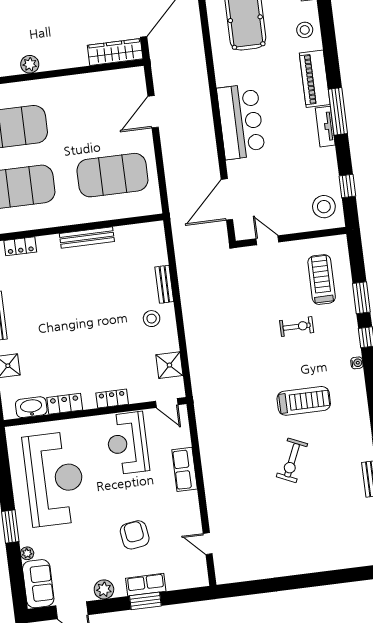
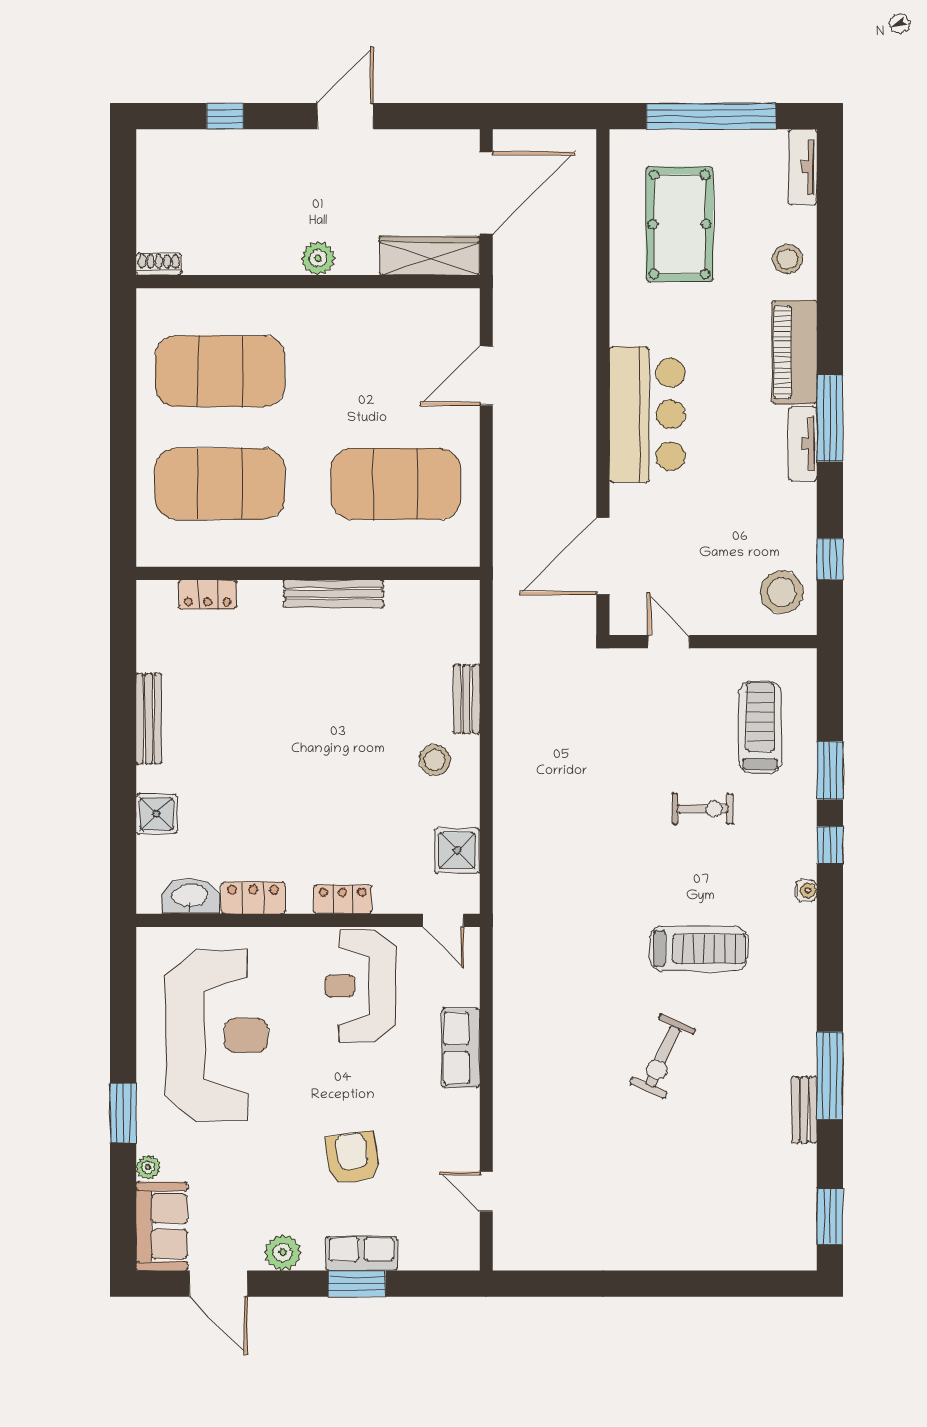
plant: (30, 64) -> (318, 258), moved

